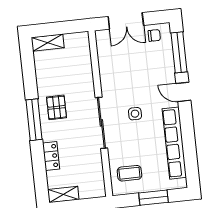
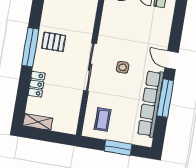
window: (179, 52) -> (165, 98), moved
pallet: (57, 107) -> (54, 42), turned 90
coffee table: (129, 173) -> (103, 120), turned 90

